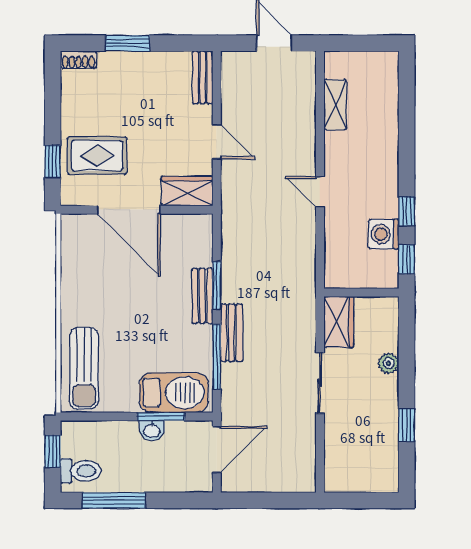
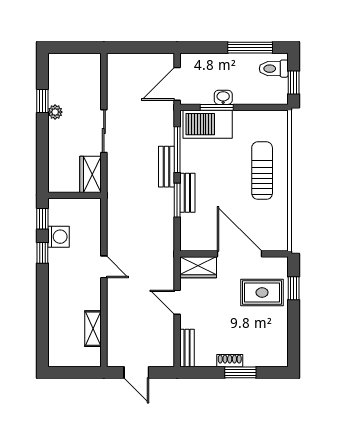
shoe rack: (78, 60) -> (230, 361), moved
plant: (388, 363) -> (55, 112), moved
sun lounger: (84, 368) -> (262, 171), moved

